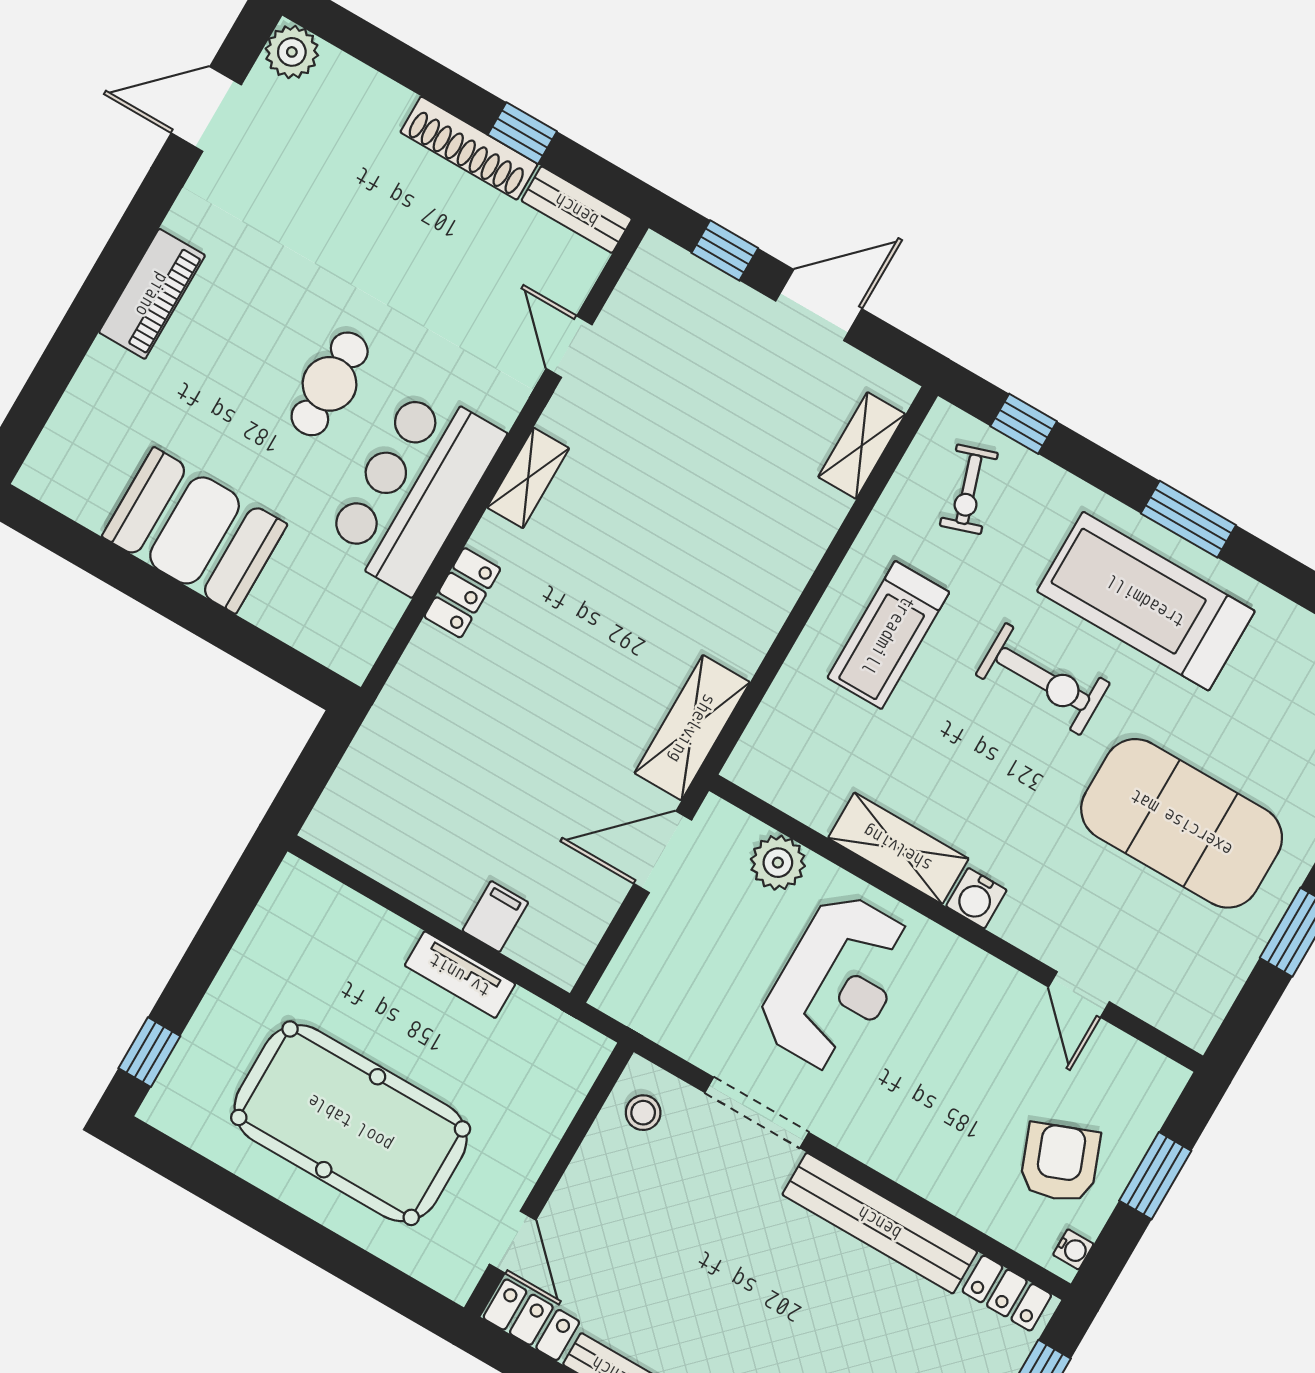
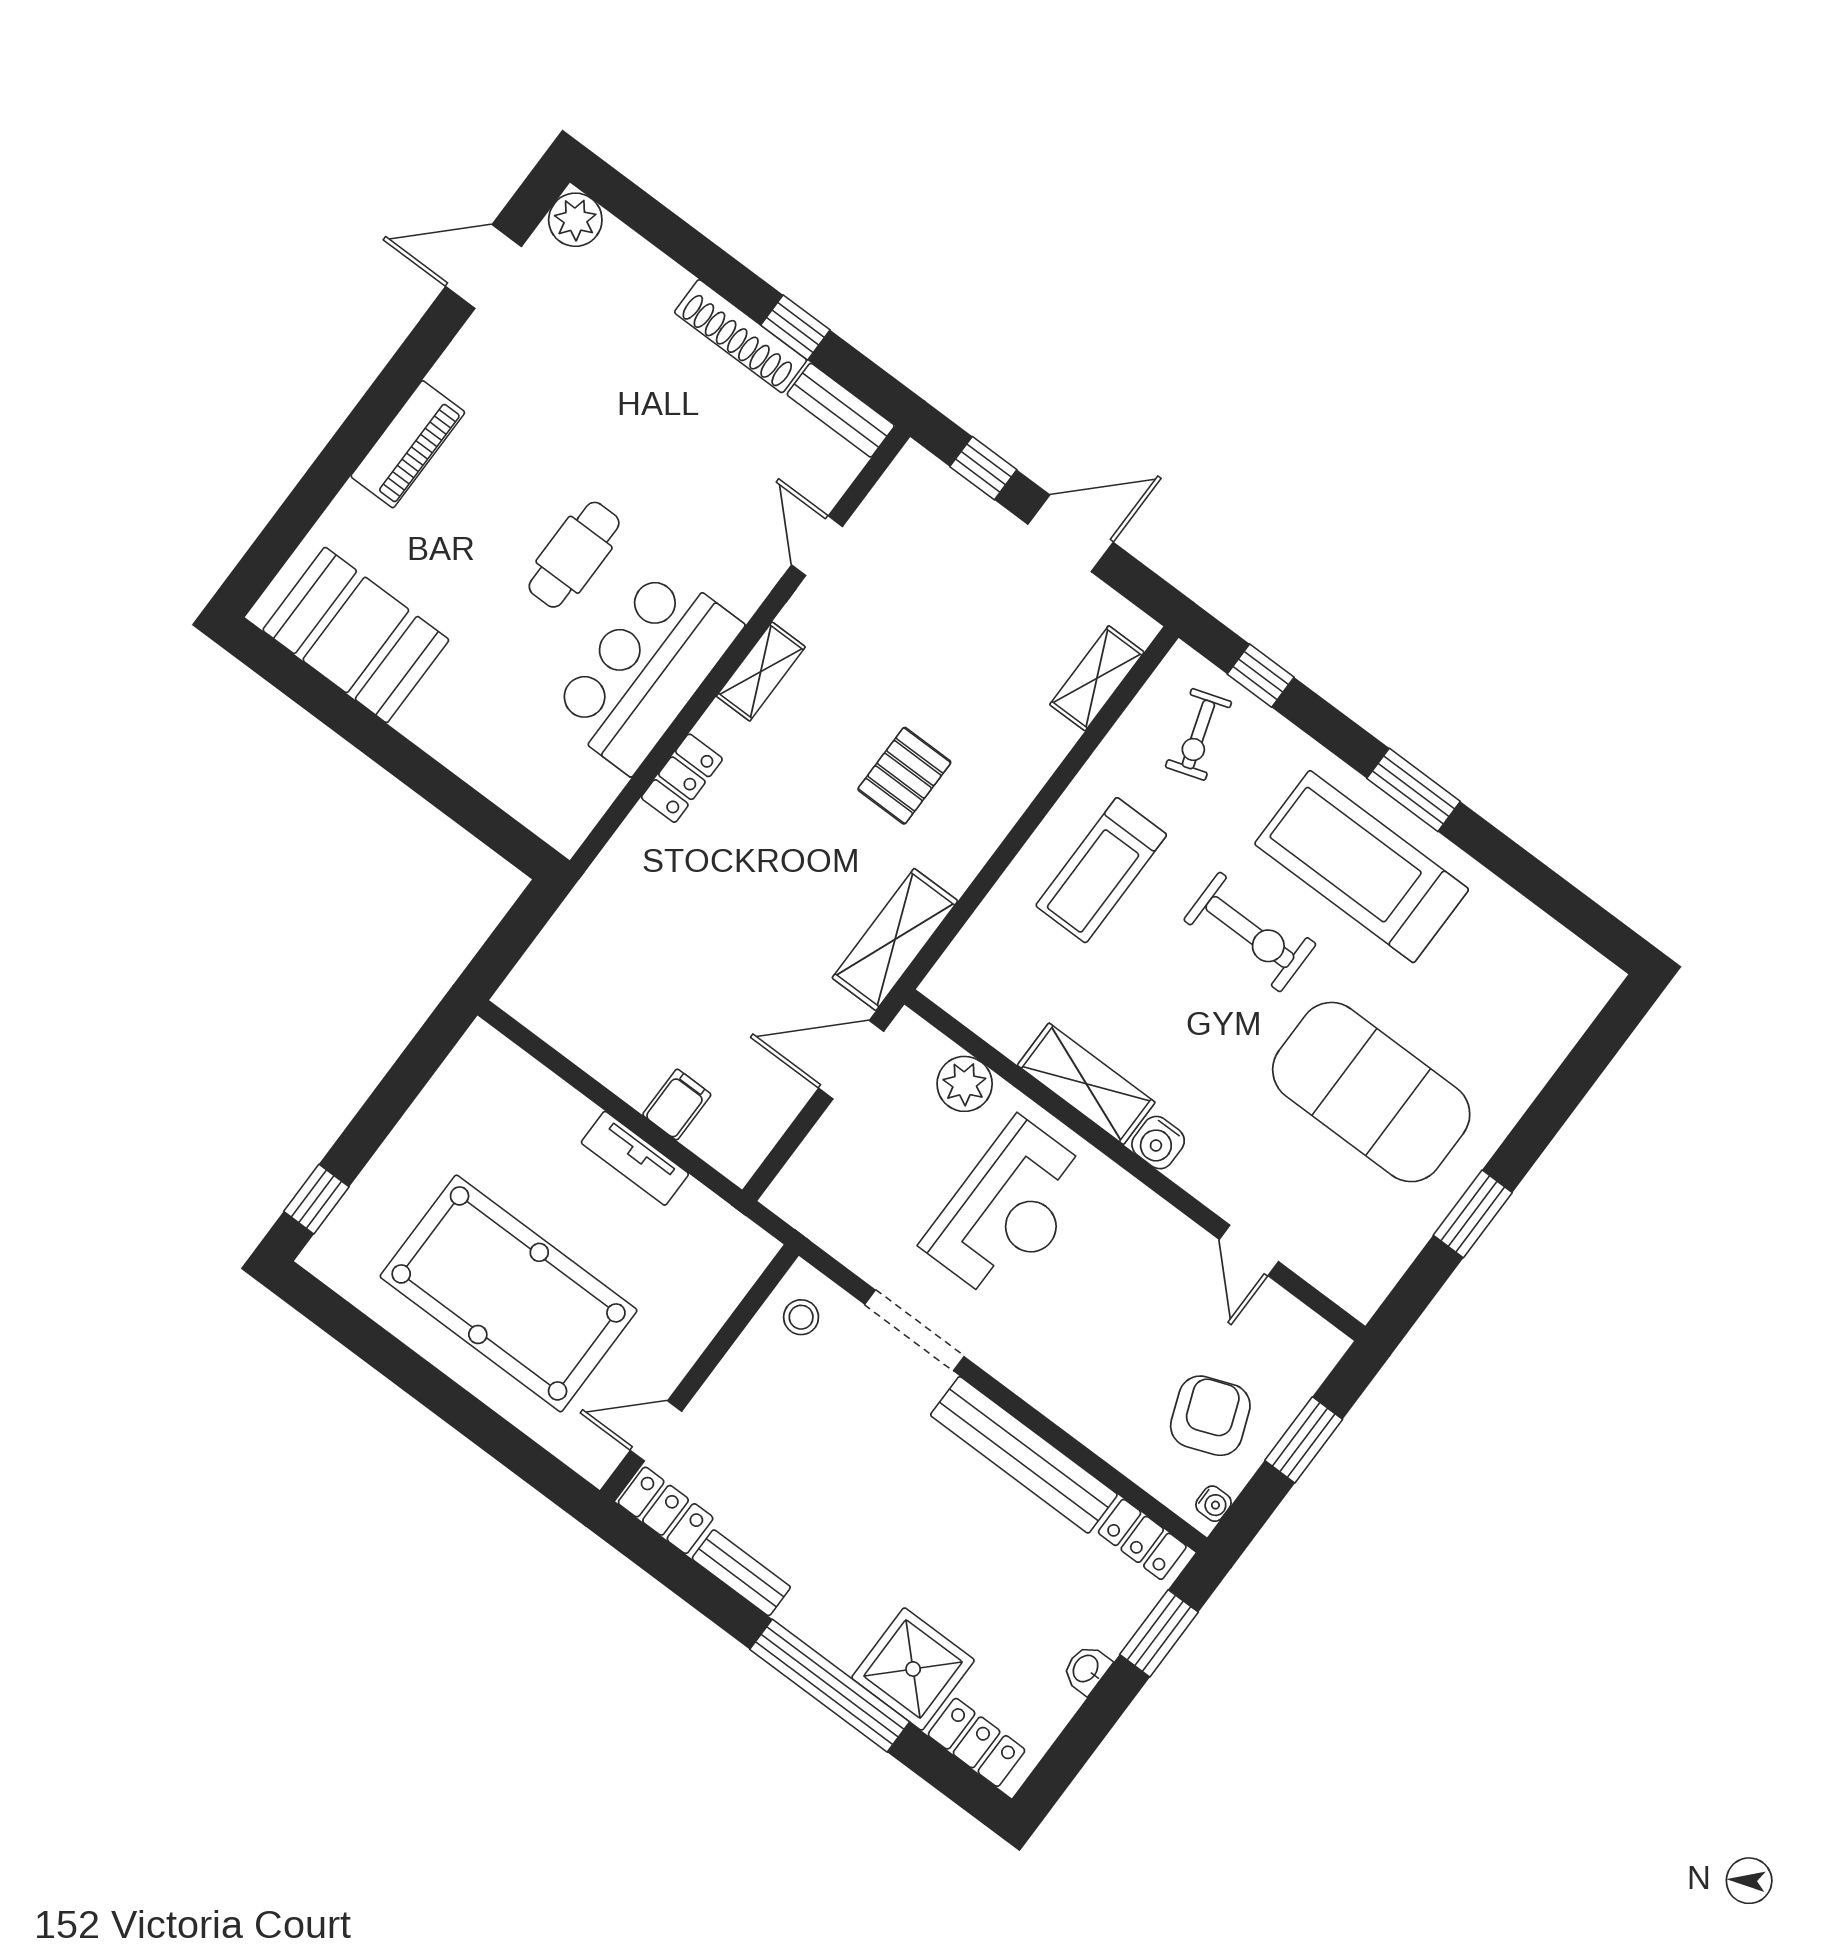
booth: (195, 530) -> (356, 635), moved
pallet: (682, 564) -> (904, 776), added
door: (513, 1242) -> (656, 1431), swing flipped

